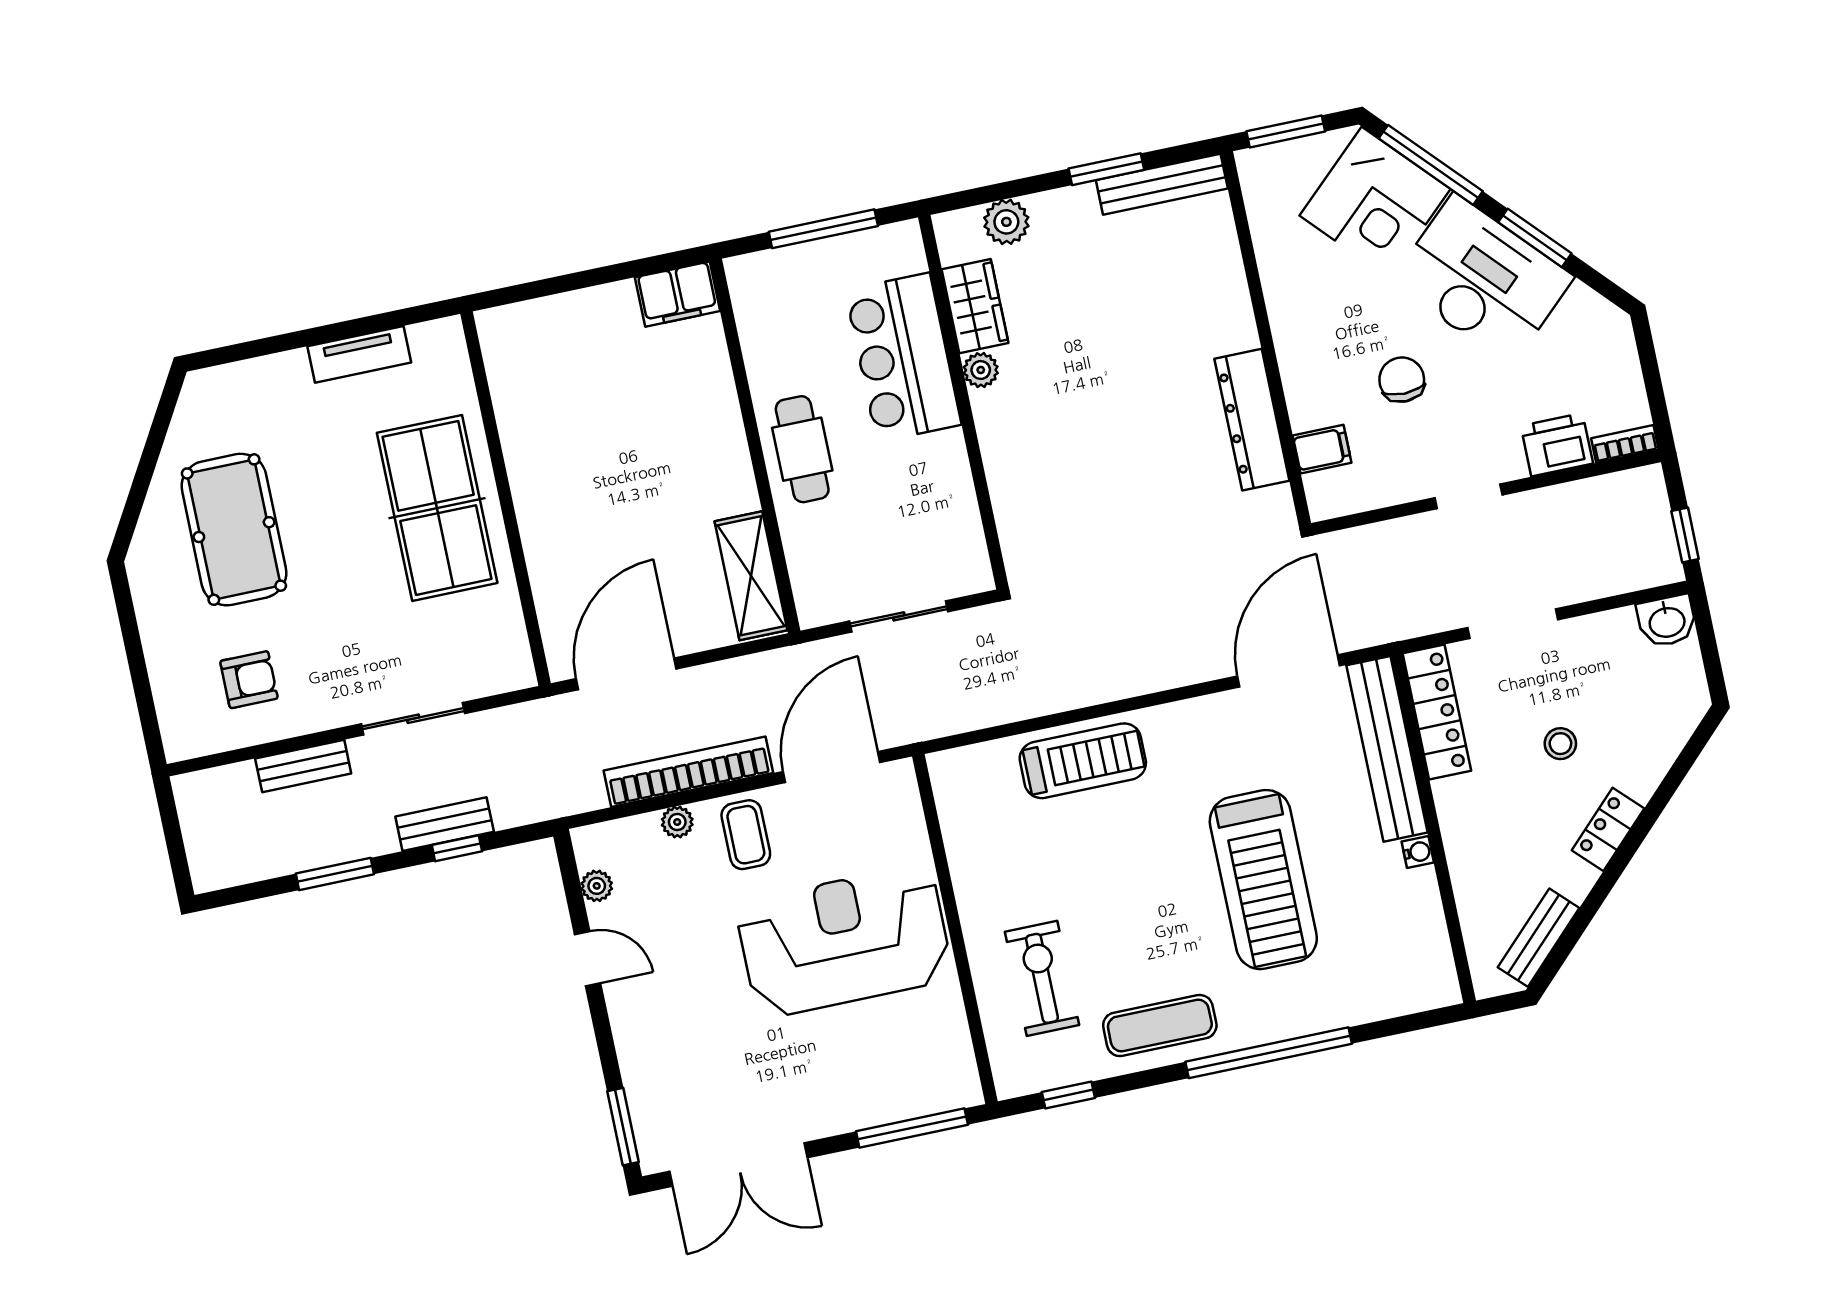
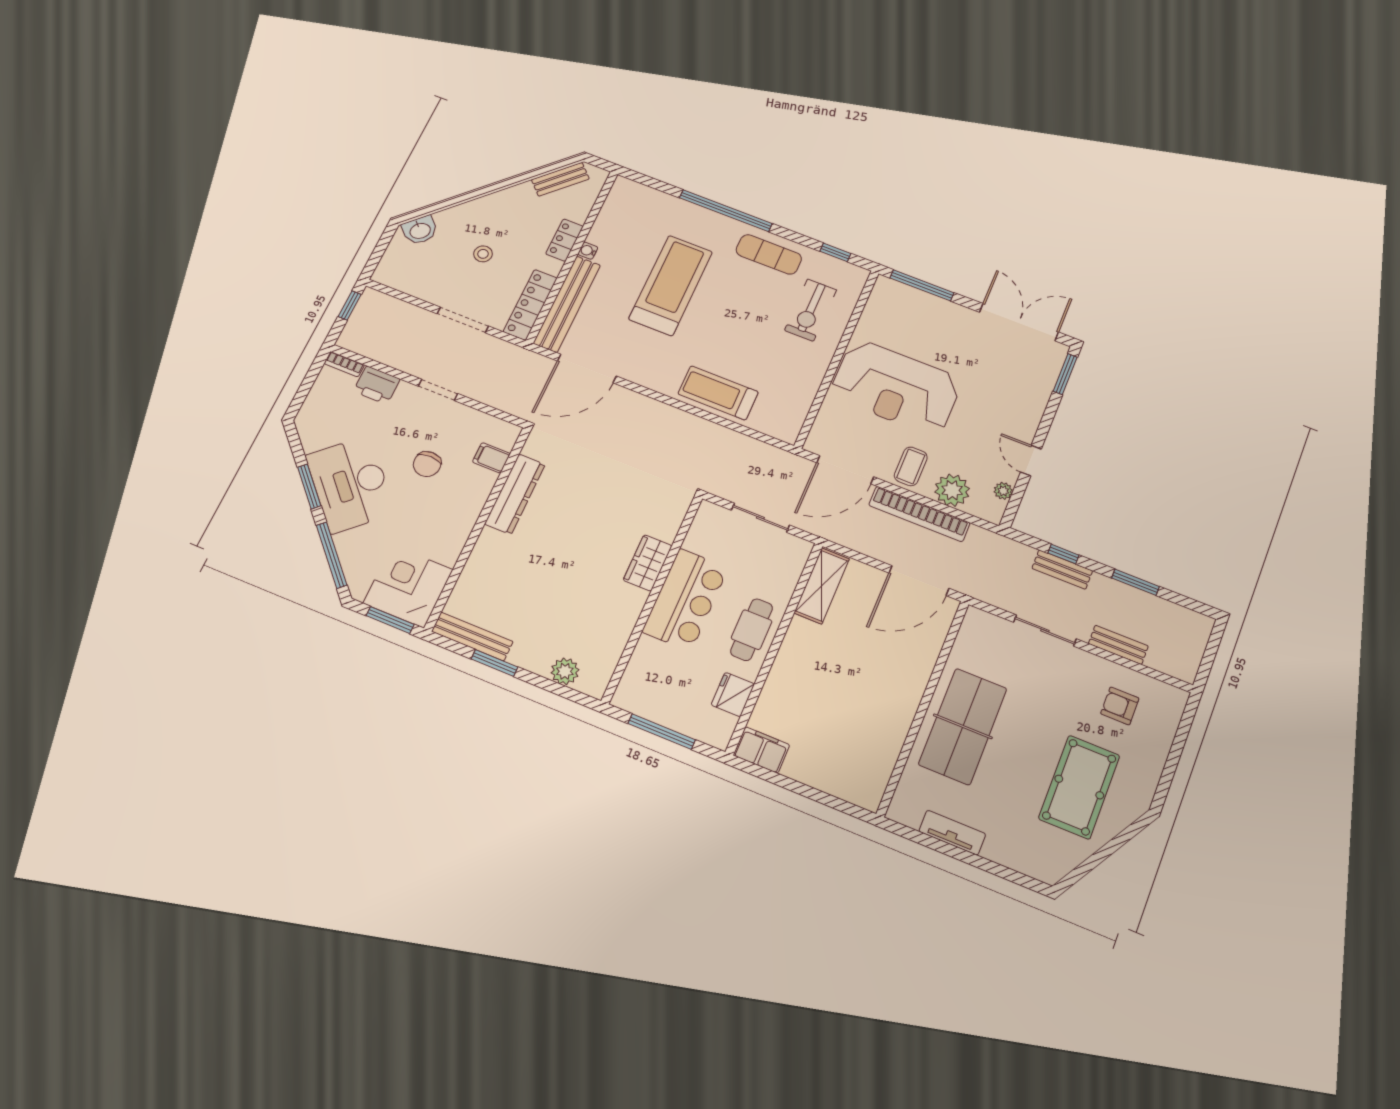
corner desk: (1375, 202) -> (408, 586), moved, turned -47
wardrobe: (975, 306) -> (648, 563), moved
fridge: (766, 343) -> (733, 694), added
bar counter: (903, 357) -> (685, 600), moved
plant: (981, 370) -> (632, 608), removed
washbasin: (1667, 621) -> (420, 230), moved, turned 135
plant: (677, 822) -> (952, 490), width x1.87, depth x1.87
locker: (1608, 829) -> (564, 240), moved, turned 135

